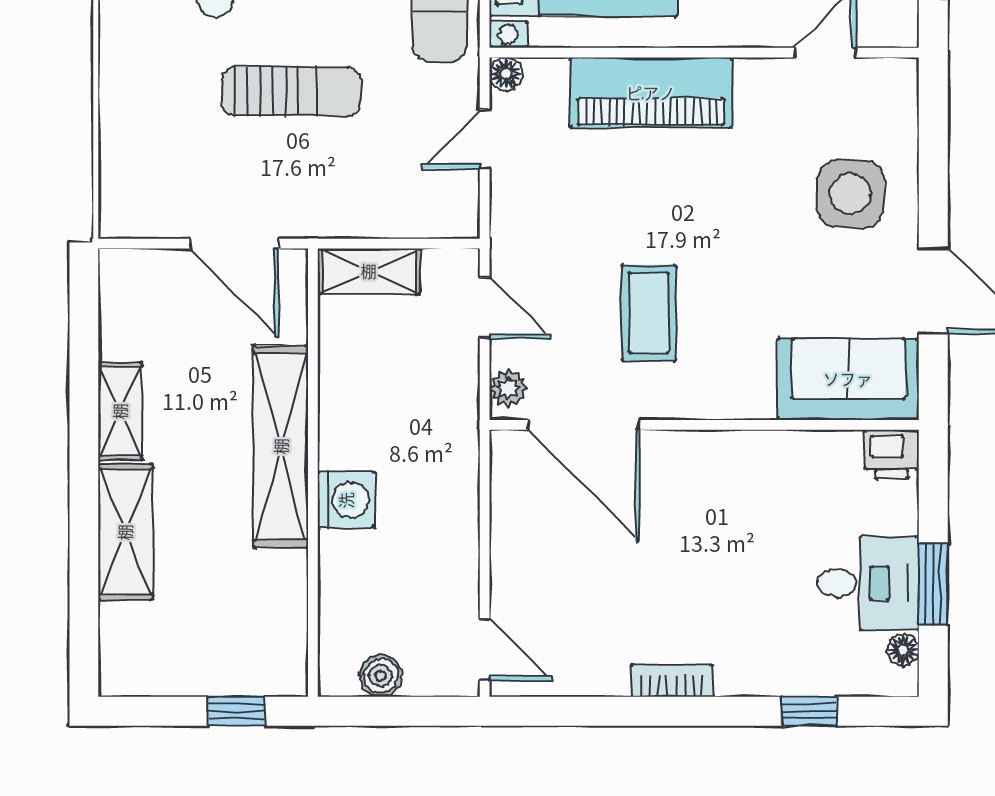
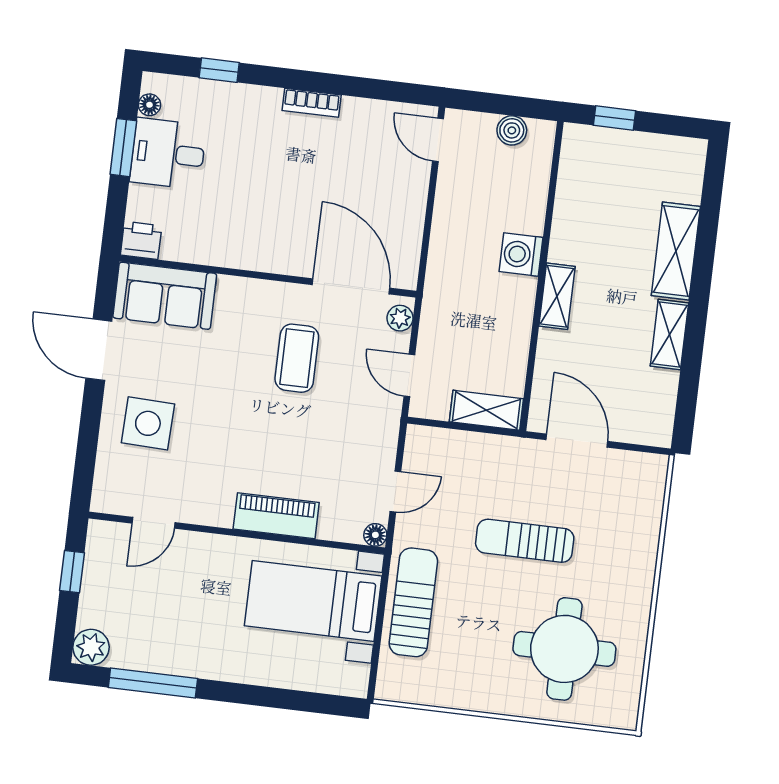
piano: (651, 93) -> (276, 516), width x0.73, depth x0.75
shelving: (281, 446) -> (557, 296), width x0.45, depth x0.75

